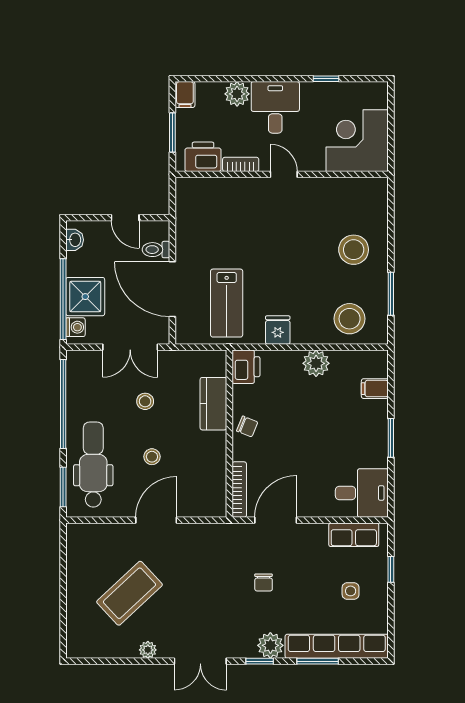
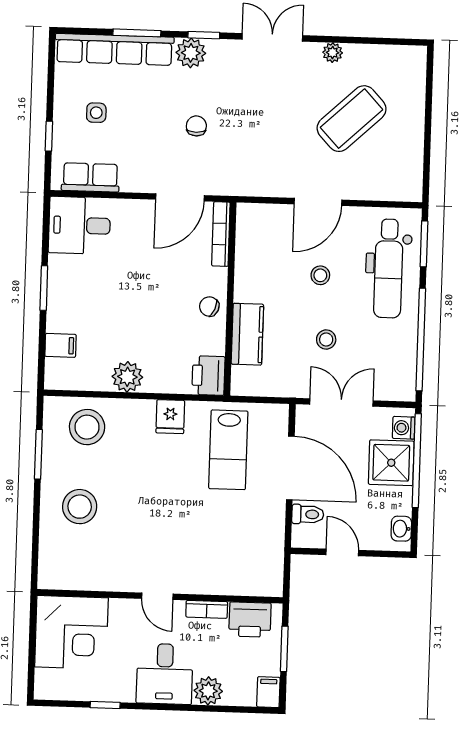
lab bench: (227, 303) -> (228, 450), turned 180

